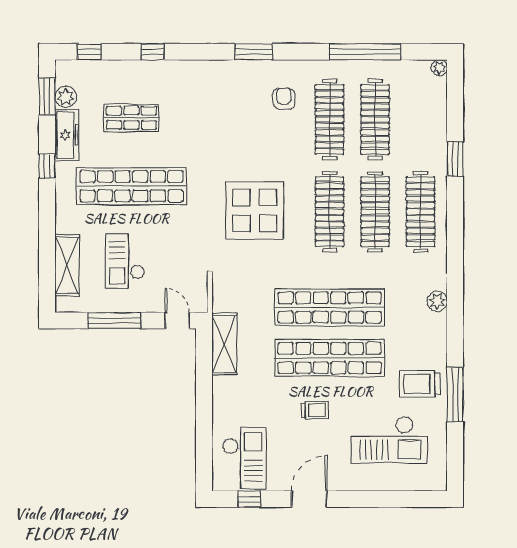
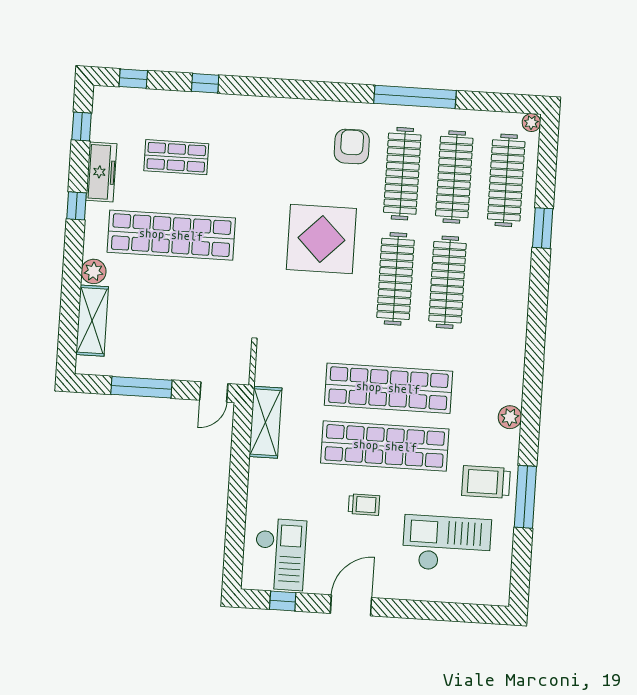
window: (254, 52) -> (321, 91), removed
window: (365, 52) -> (415, 97), moved
window: (47, 96) -> (82, 126), width x0.67
plant: (66, 97) -> (94, 271), moved
armchair: (284, 99) -> (352, 146), width x1.38, depth x1.38
display table: (255, 210) -> (321, 239), moved
clothes rail: (421, 212) -> (506, 180), moved
checkout: (125, 261) -> (158, 320), removed
plant: (437, 301) -> (510, 417), moved
door: (177, 321) -> (214, 392), swing flipped
checkout: (389, 440) -> (447, 544), turned 180

